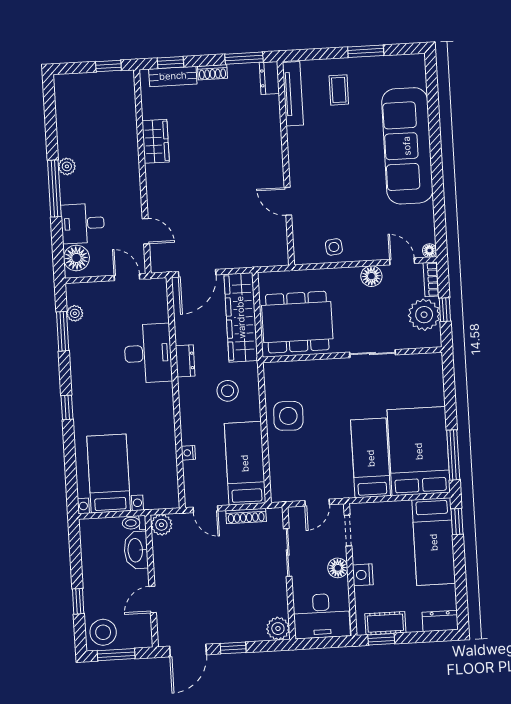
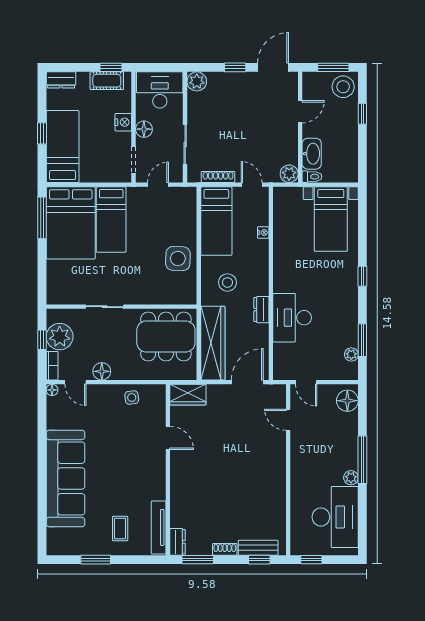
wardrobe: (156, 141) -> (188, 395), moved, turned -90
desk: (83, 223) -> (335, 517), moved, width x1.87, depth x1.30
window: (457, 522) -> (42, 133), moved

